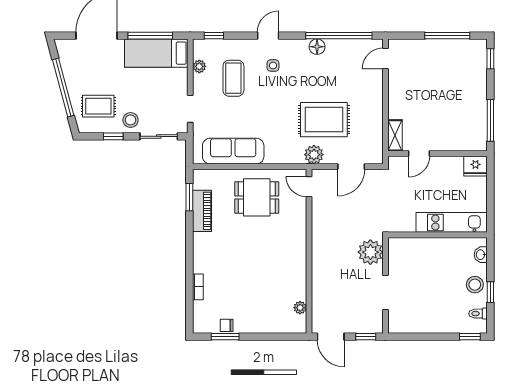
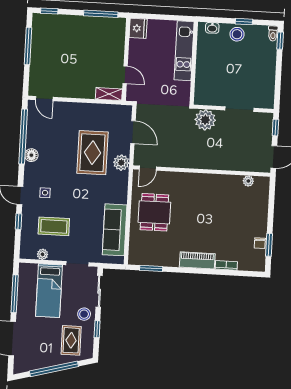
window: (214, 36) -> (18, 222), moved
bed: (156, 53) -> (49, 291), moved
piano: (202, 211) -> (197, 260), moved
toilet: (478, 314) -> (273, 33), moved

